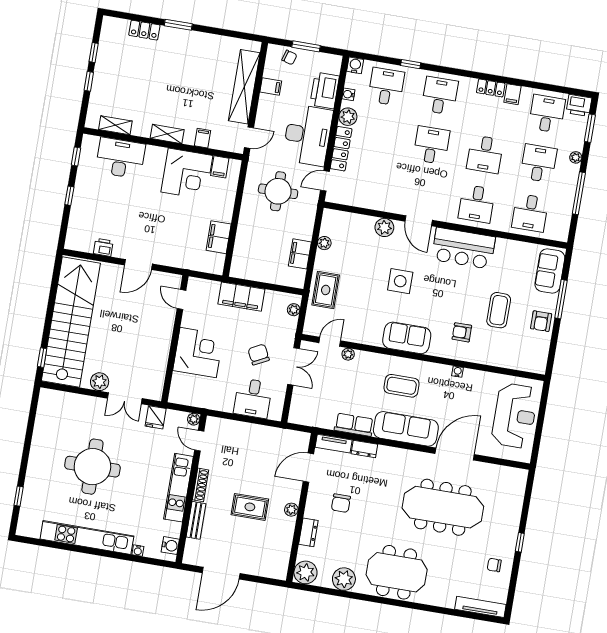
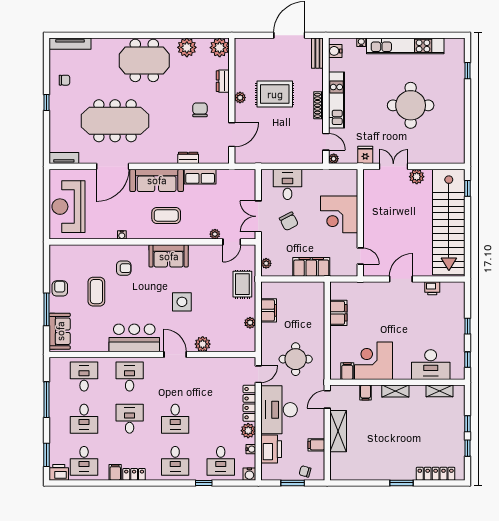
locker: (144, 30) -> (436, 474), width x1.53
shelving: (244, 87) -> (338, 431), width x0.68
plant: (576, 157) -> (54, 429), removed
tv unit: (334, 444) -> (64, 158), moved
rug: (250, 507) -> (275, 94), width x1.36, depth x1.43
bench: (196, 520) -> (317, 53), moved

